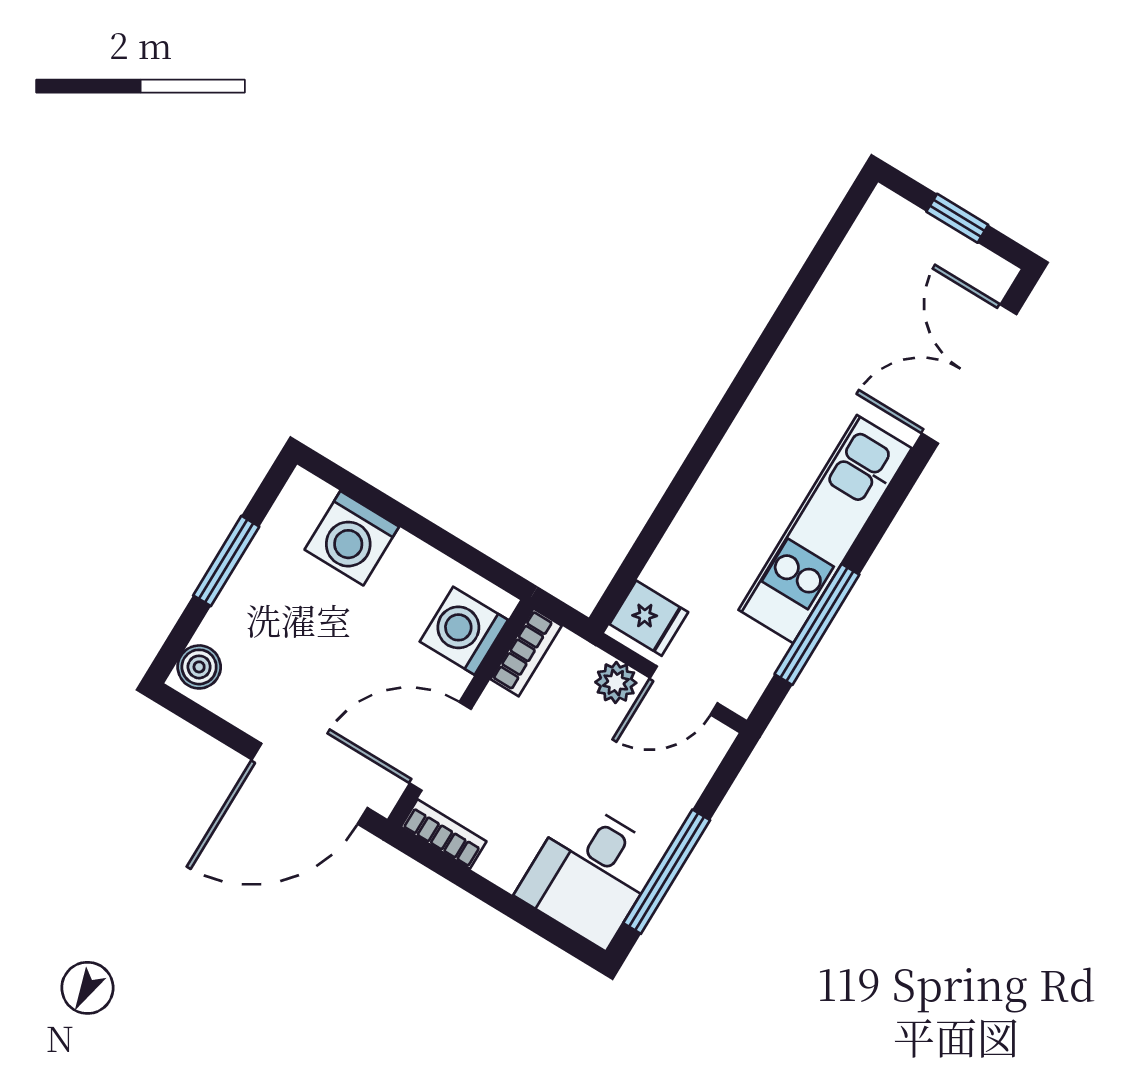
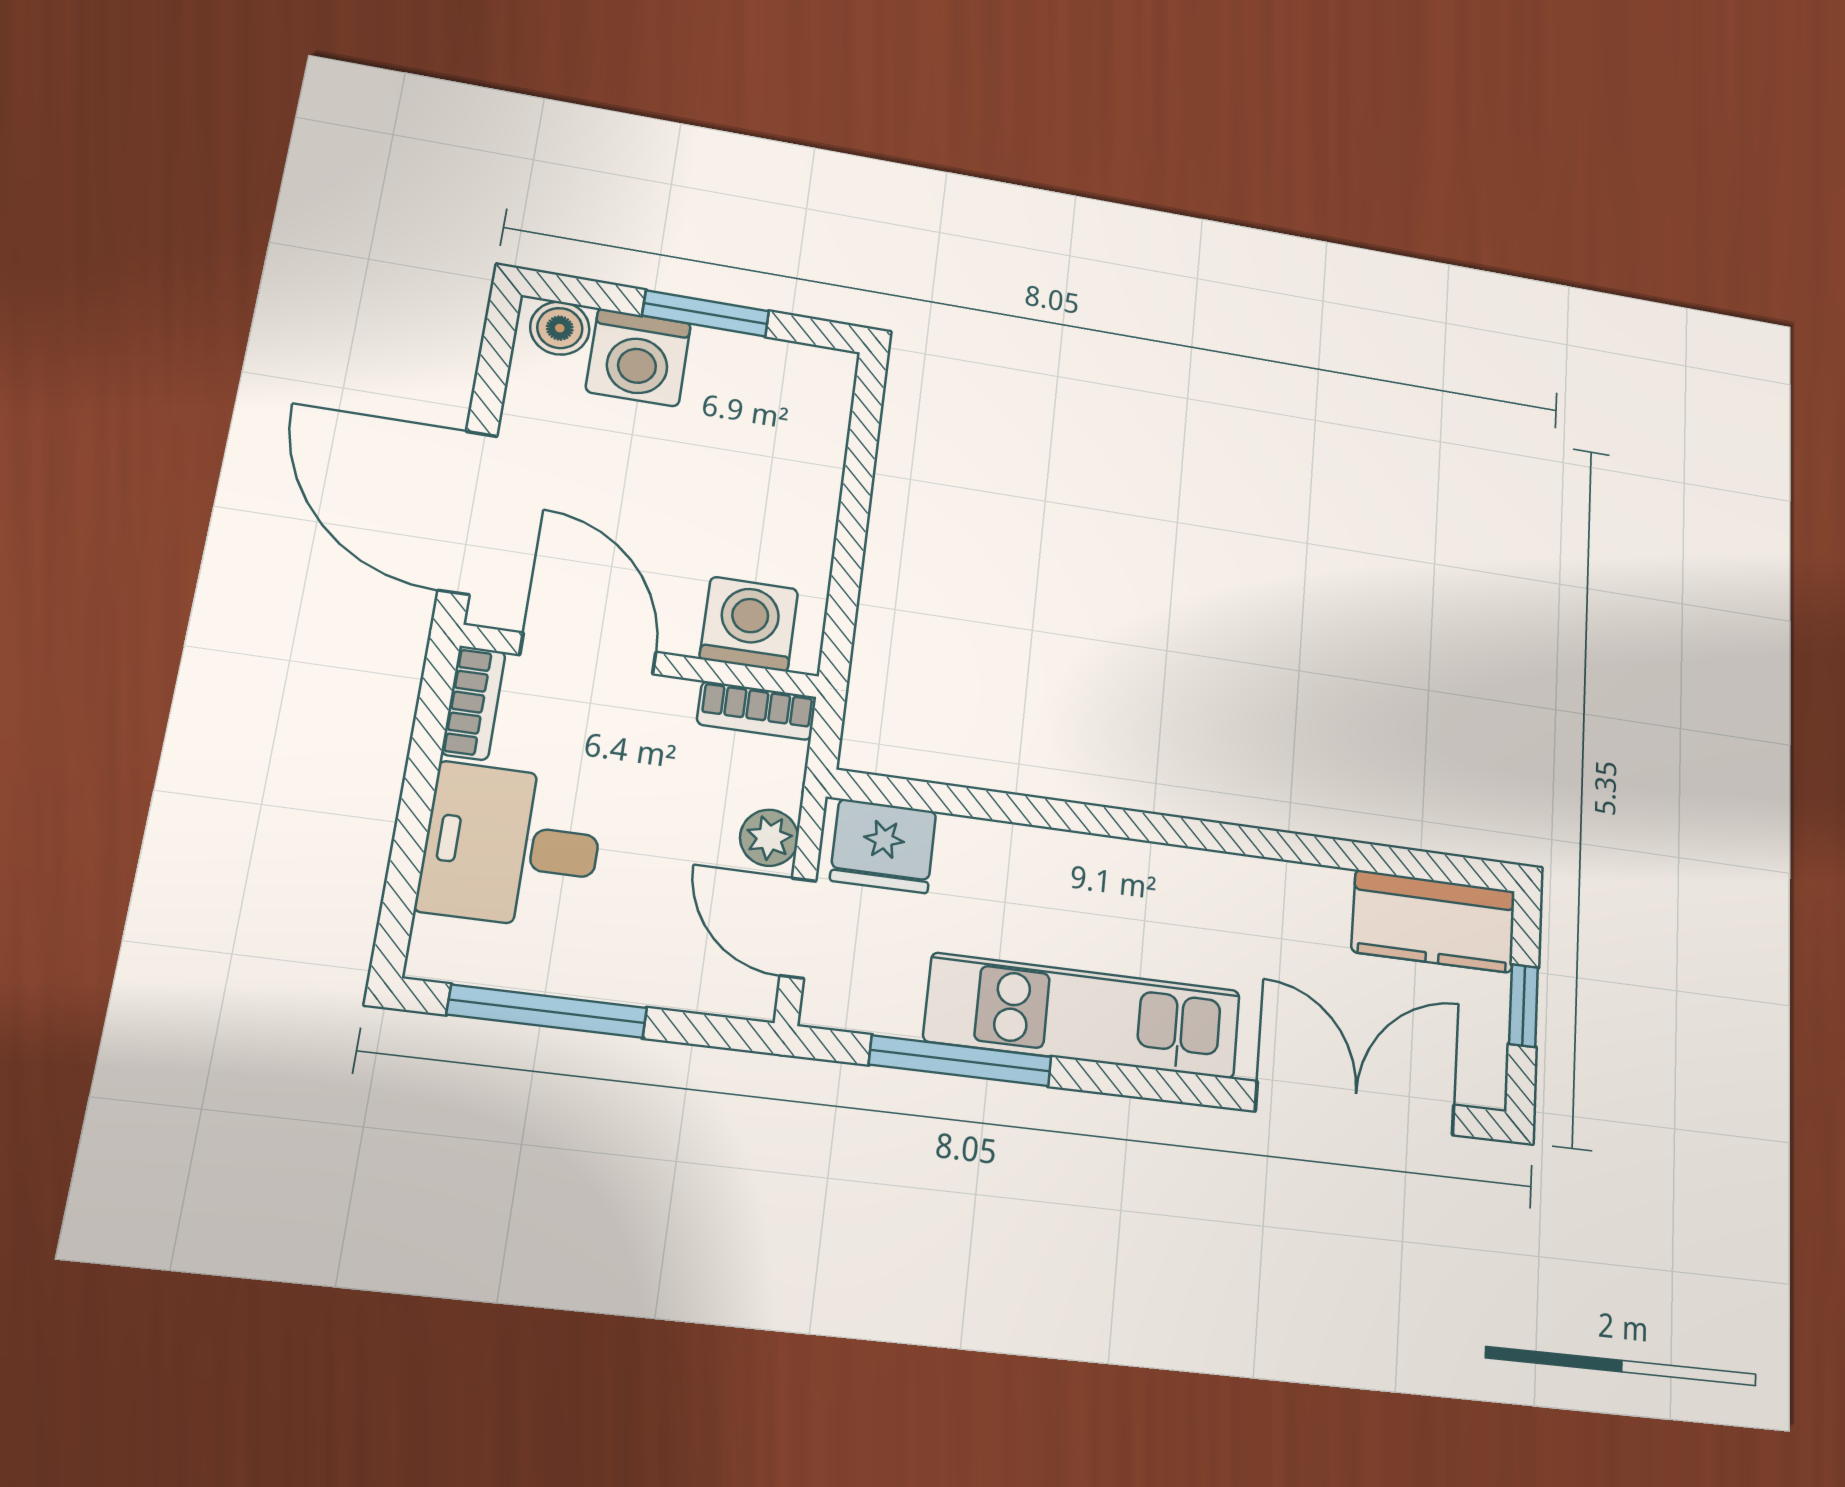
kitchen counter: (872, 253) -> (1434, 921), added
washing machine: (352, 538) -> (638, 357), moved, turned -90
fridge: (649, 618) -> (883, 846), width x1.38
desk: (590, 874) -> (512, 846), moved

